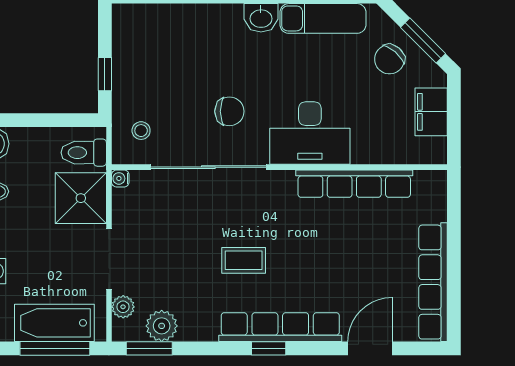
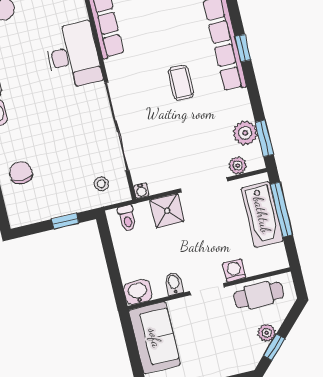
chair: (229, 111) -> (21, 173), moved
toilet: (84, 153) -> (127, 218), width x0.73, depth x0.72
shower: (81, 198) -> (167, 211), width x0.73, depth x0.73

